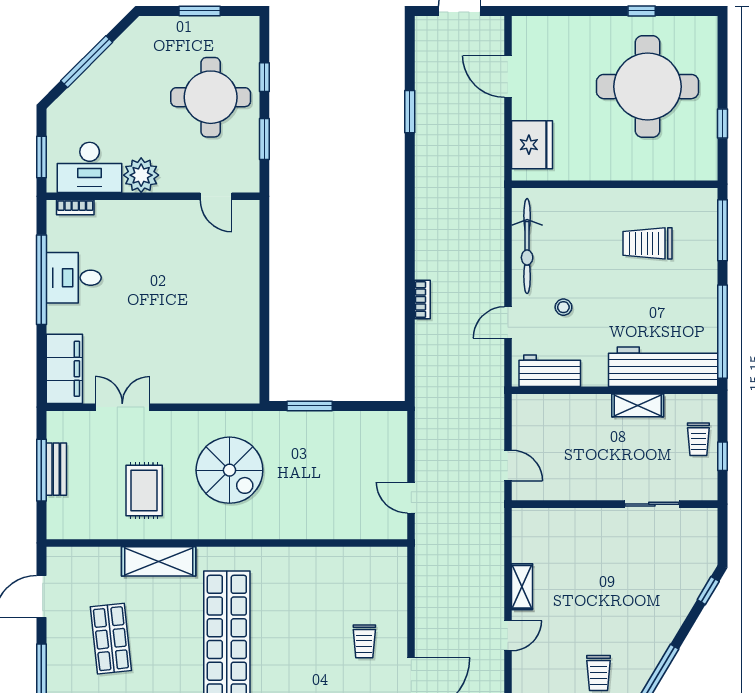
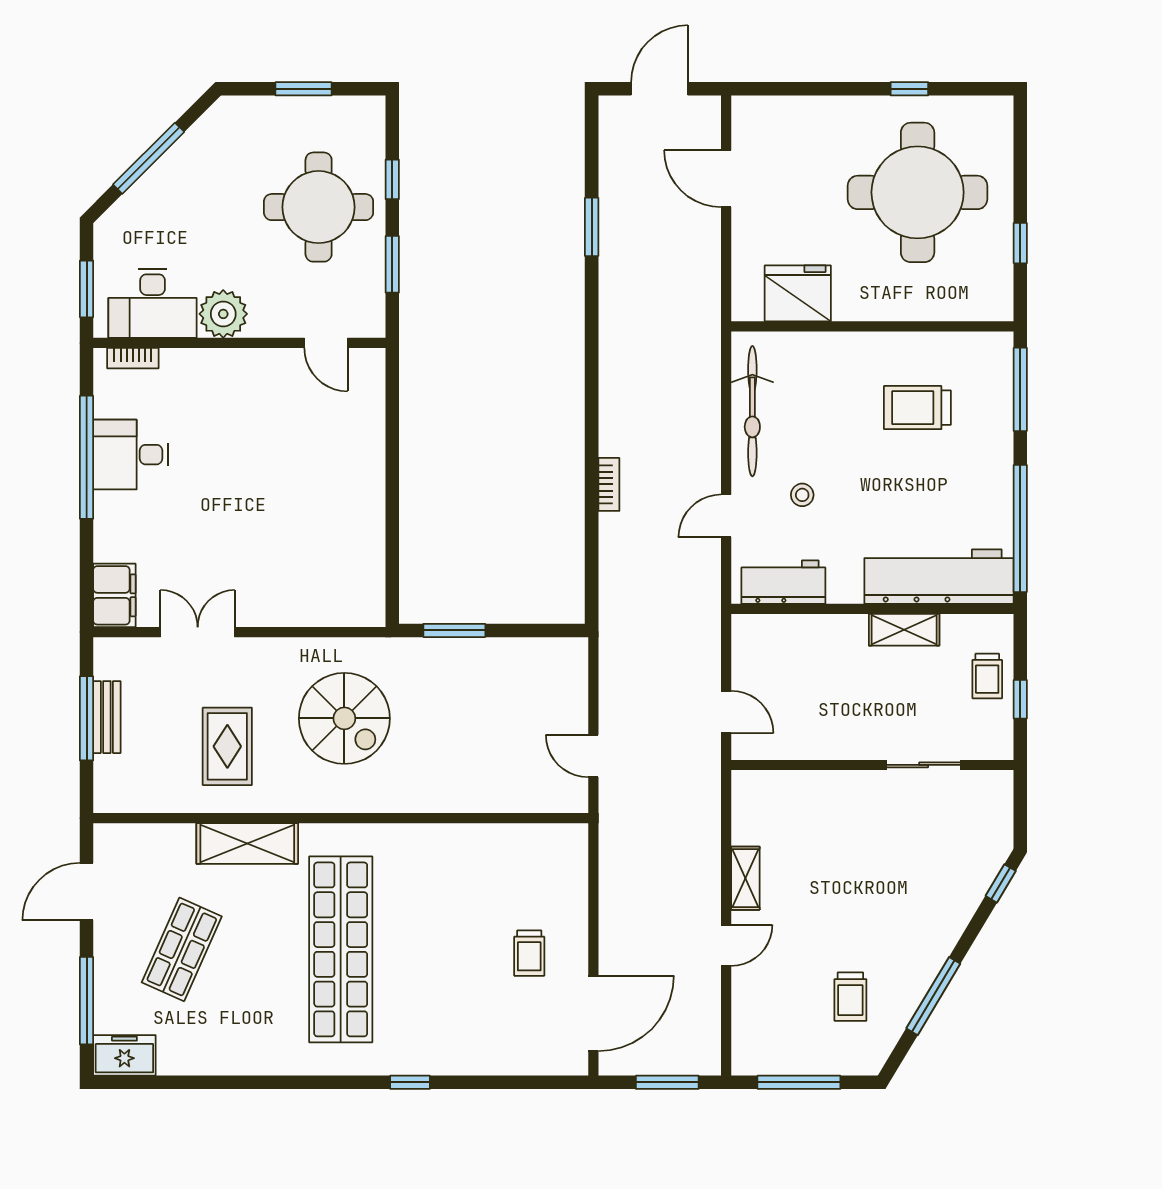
fridge: (532, 145) -> (798, 293), moved, turned -90
filing cabinet: (64, 369) -> (114, 595), width x0.67, depth x0.86
shop shelf: (111, 639) -> (182, 949), turned 30

